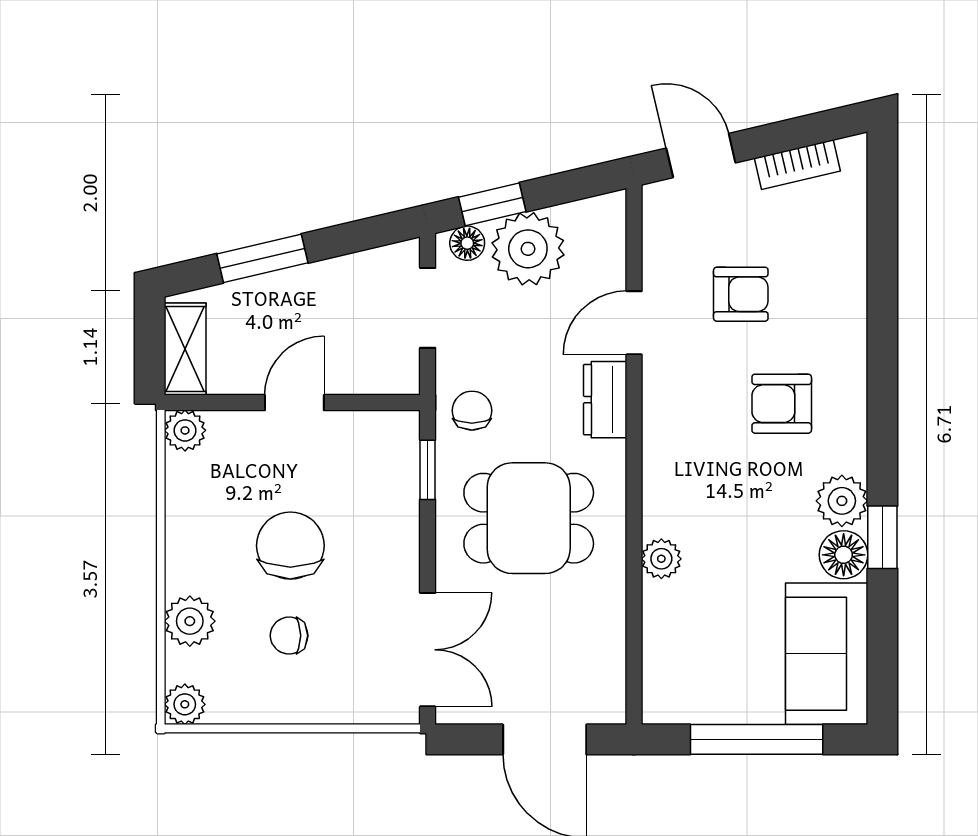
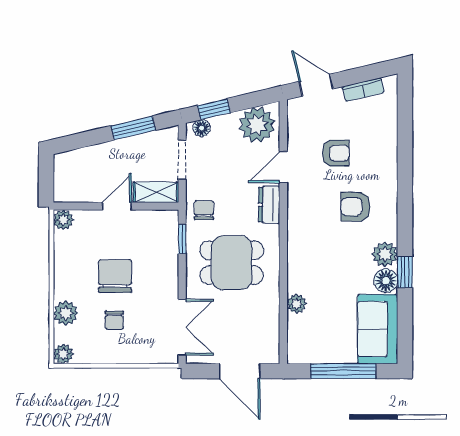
plant: (528, 249) -> (257, 125), moved
window: (262, 258) -> (133, 128), moved
shelving: (185, 349) -> (156, 192), moved, turned 90
plant: (661, 559) -> (297, 304), moved
chair: (289, 636) -> (114, 320), turned -90

